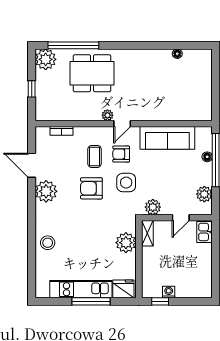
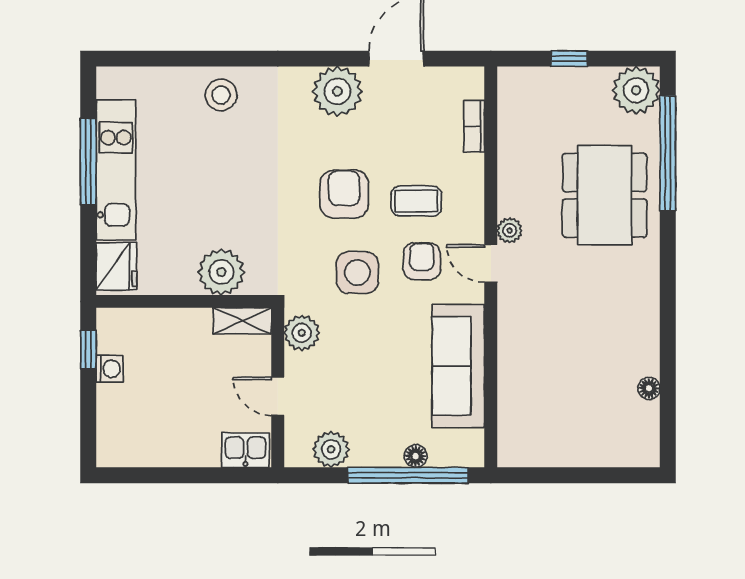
window: (91, 301) -> (88, 162), moved

